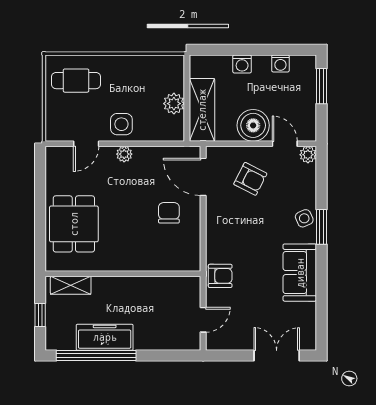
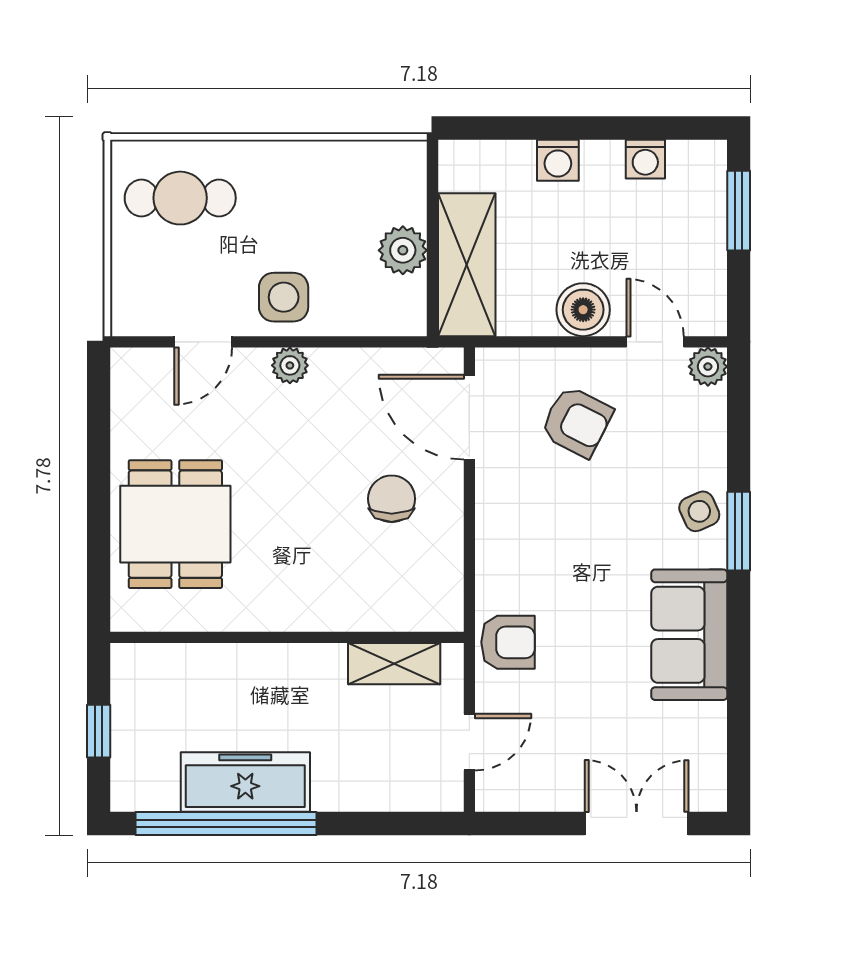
boiler: (253, 125) -> (583, 310), width x0.73, depth x0.73
shelving: (71, 285) -> (394, 664), moved

